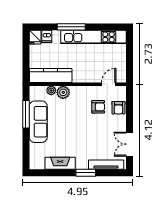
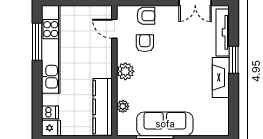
window: (71, 27) -> (37, 42), moved
plant: (63, 92) -> (125, 71), moved
fireplace: (60, 163) -> (221, 77), moved

